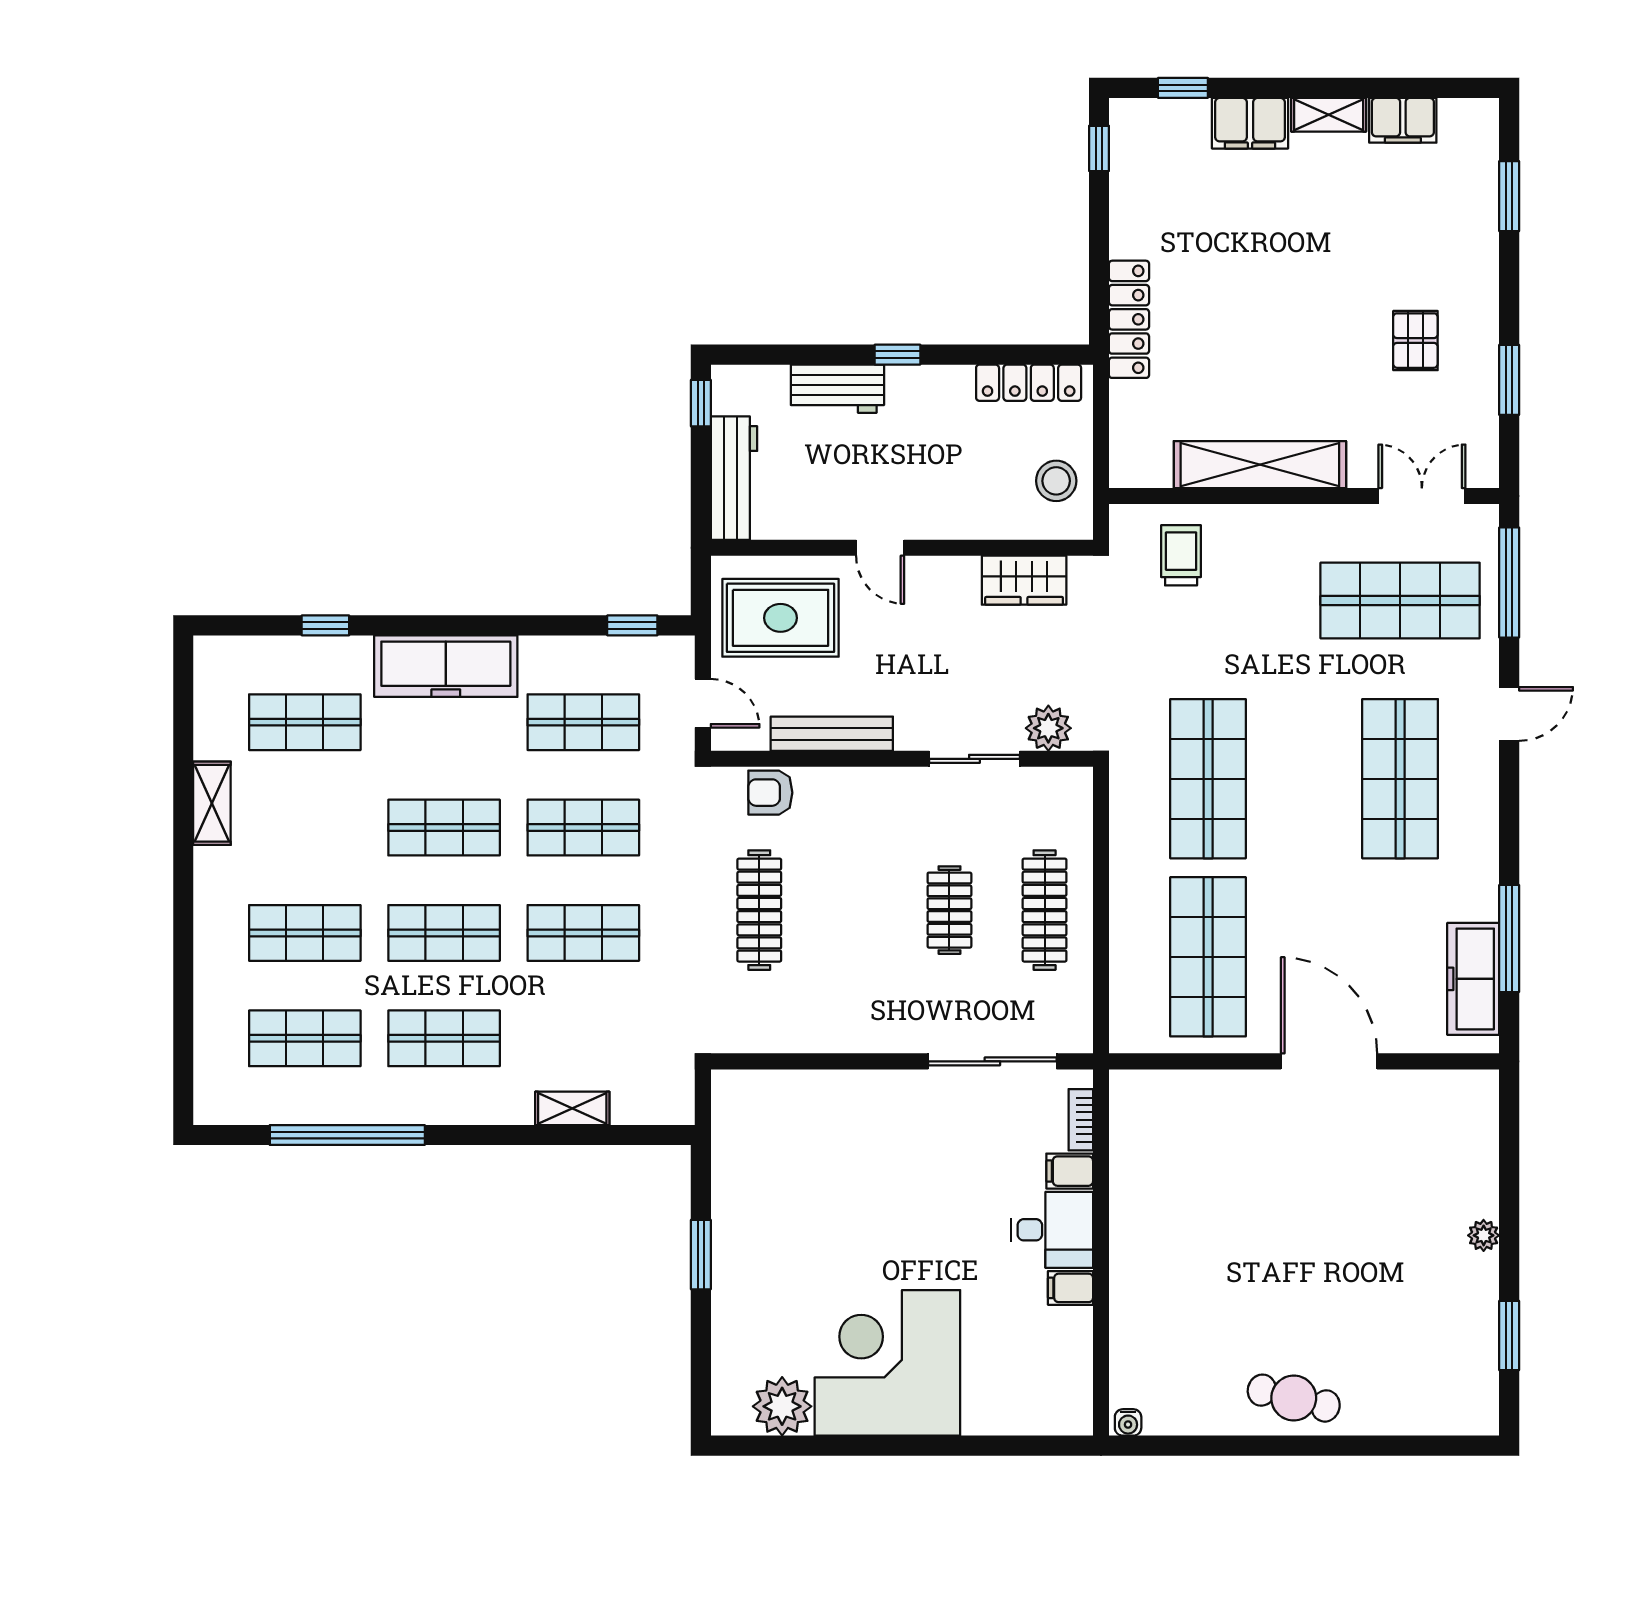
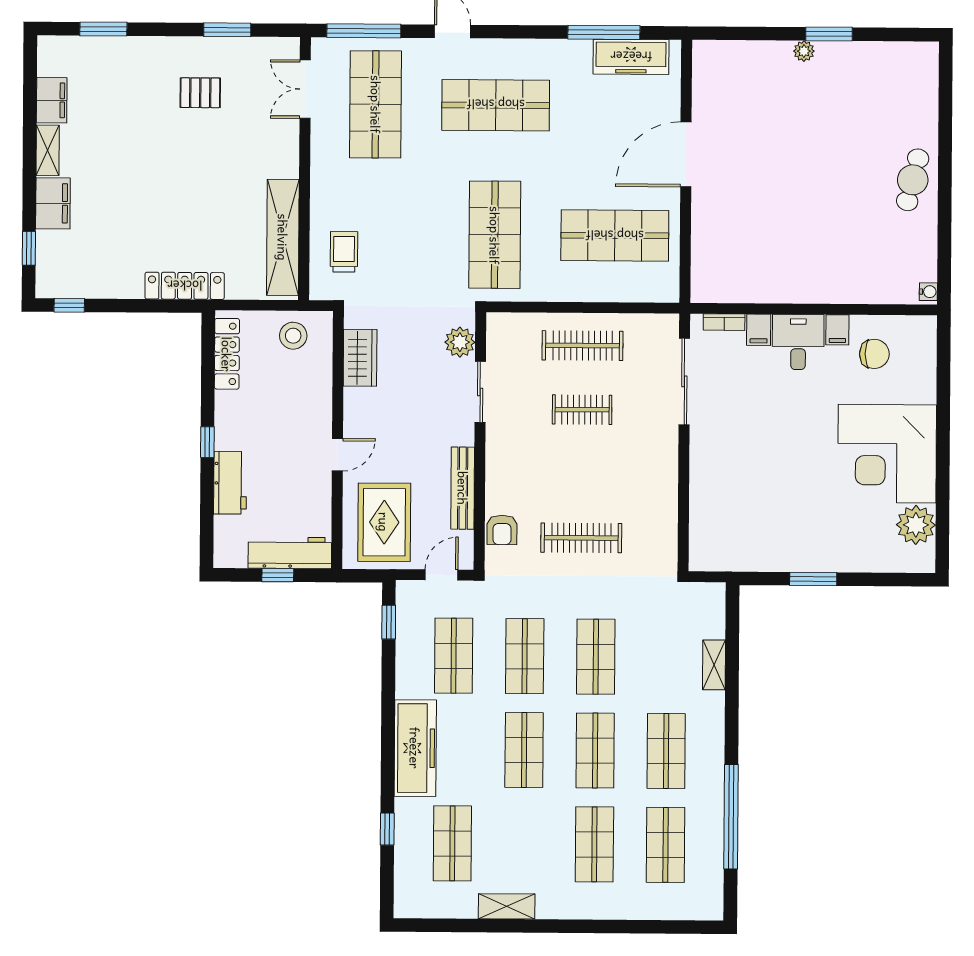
window: (701, 403) -> (278, 575), moved
shelving: (1260, 465) -> (283, 237), moved
trolley: (1181, 555) -> (344, 252), turned 90
shop shelf: (1208, 779) -> (495, 235), turned 90
window: (1509, 1336) -> (829, 34), moved
chair: (1035, 1343) -> (874, 354), added

